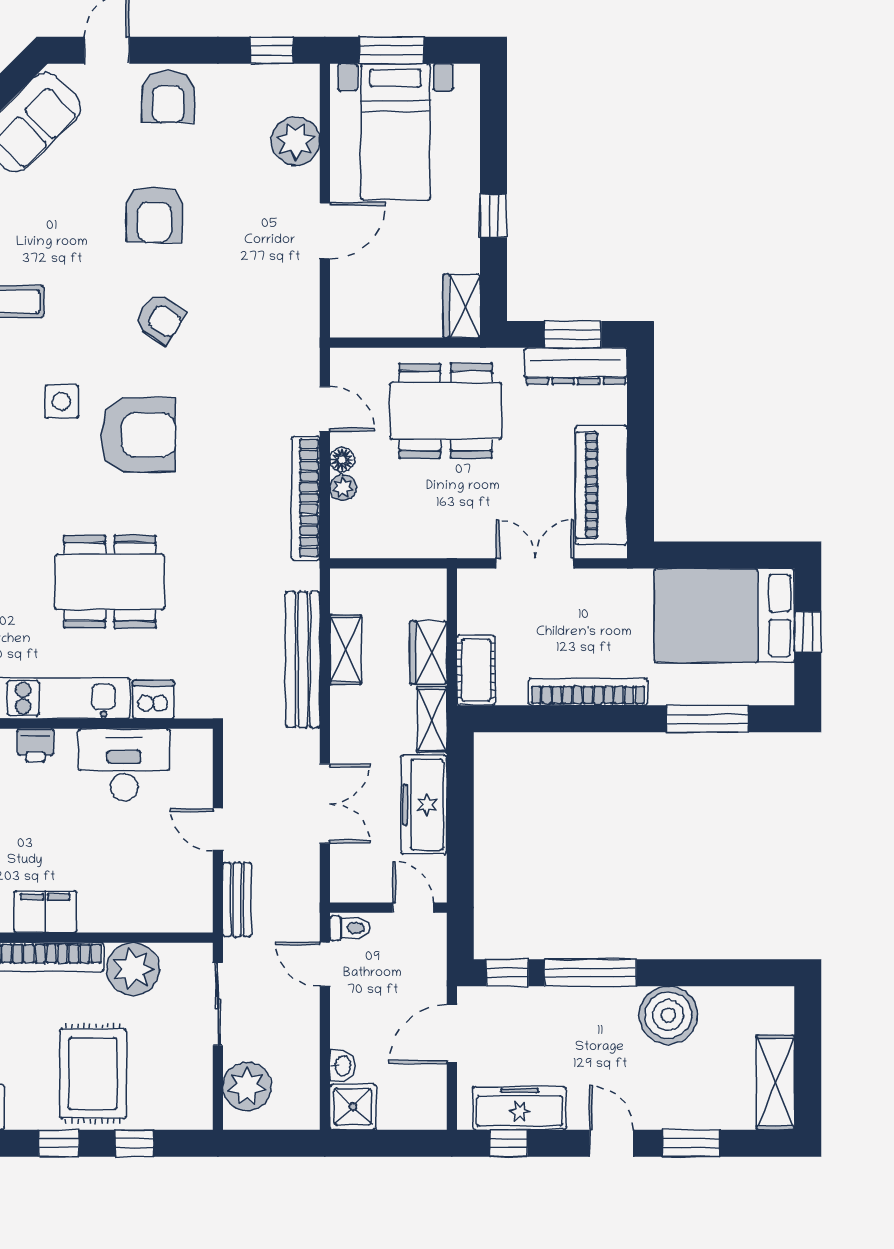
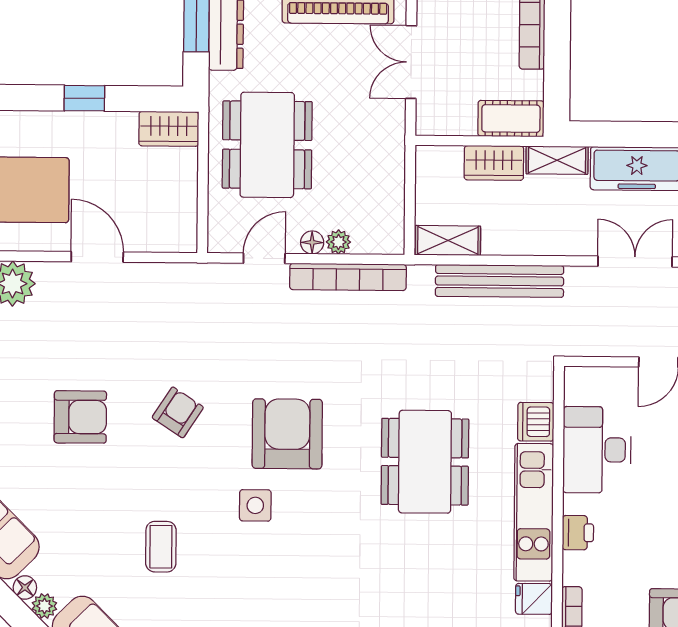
shelving: (345, 650) -> (448, 240), moved

